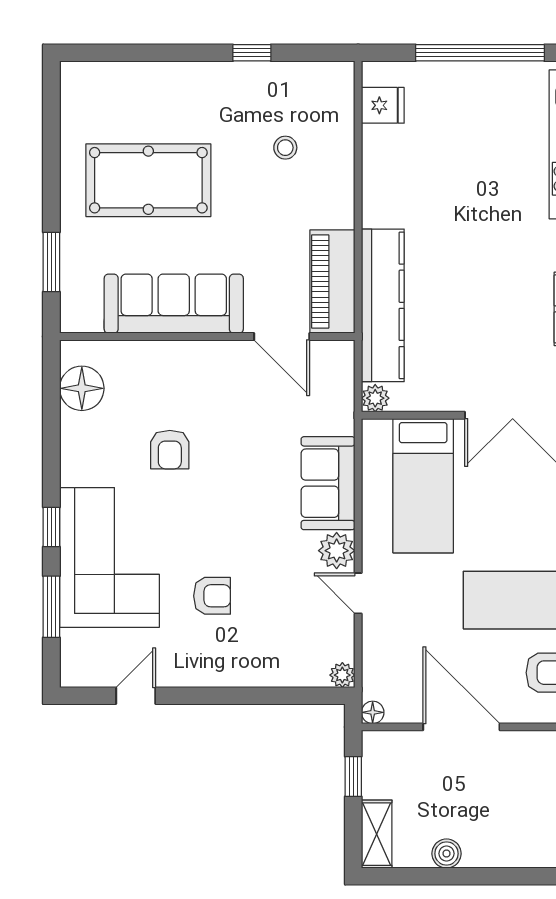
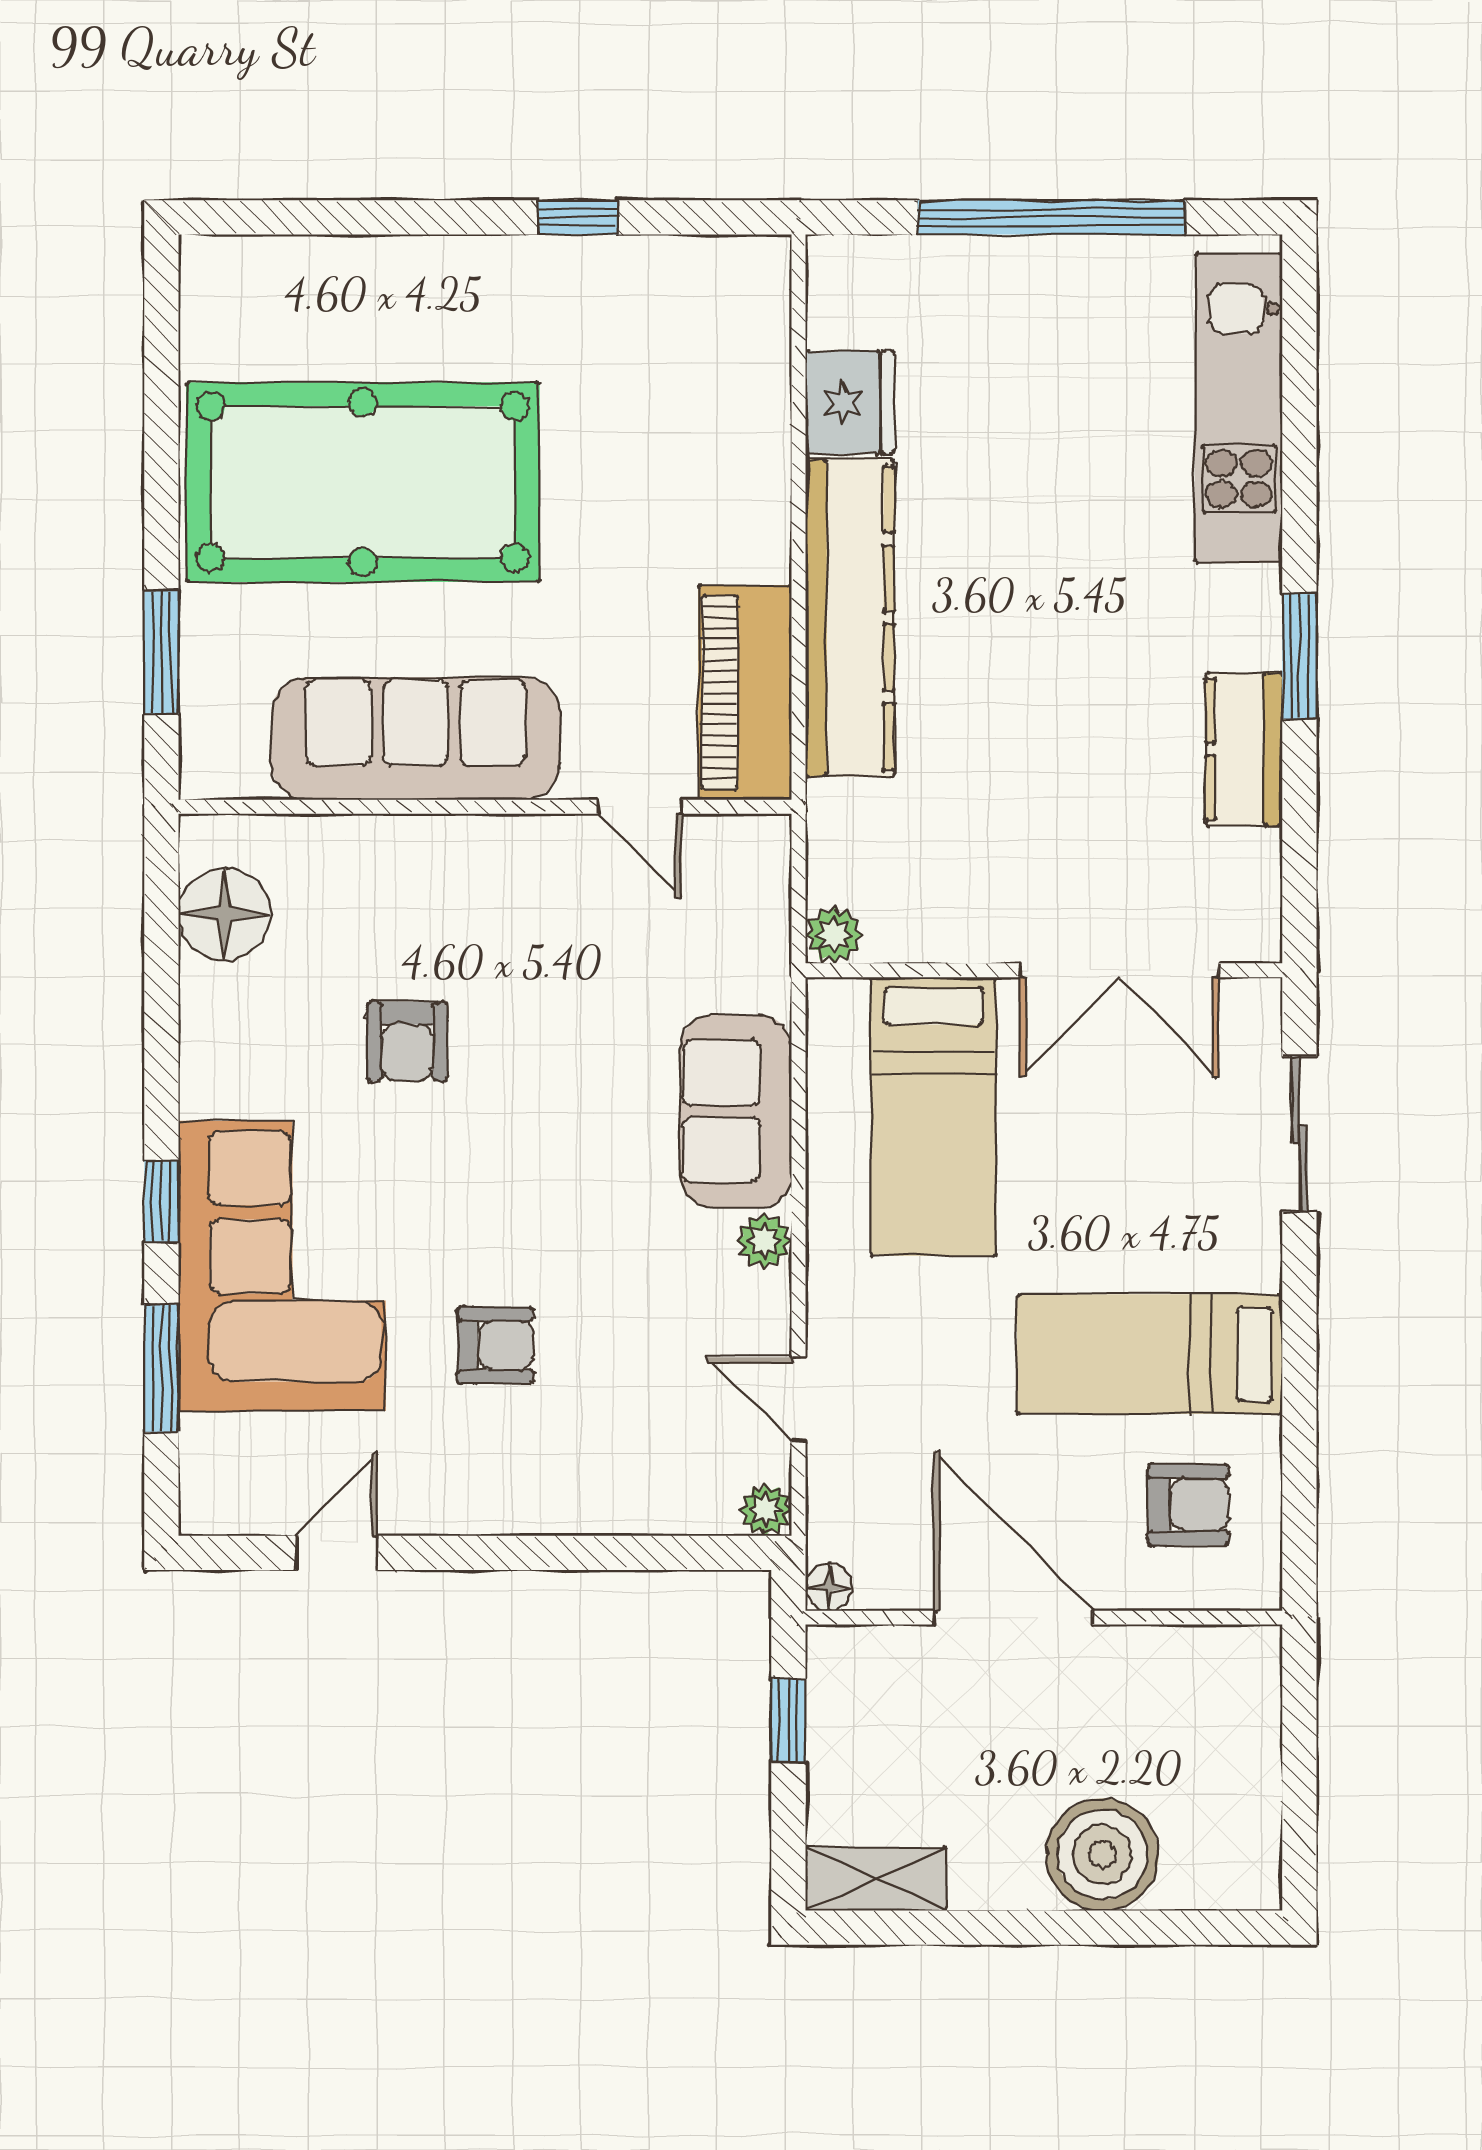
fridge: (383, 105) -> (850, 403), moved, width x1.38
stool: (285, 148) -> (647, 414), removed
pool table: (148, 180) -> (363, 482), width x1.36, depth x1.32
kitchen counter: (383, 305) -> (850, 618), moved
door: (282, 337) -> (640, 807), width x0.73
plant: (337, 551) -> (764, 1241), width x0.73, depth x0.73
door: (358, 593) -> (799, 1399), moved
shelving: (377, 834) -> (876, 1879), moved, turned 90
boiler: (447, 854) -> (1102, 1854), moved, width x1.86, depth x1.86

